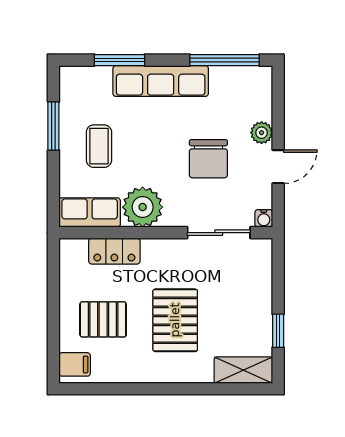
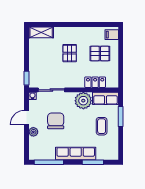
window: (53, 126) -> (121, 116), moved
pallet: (175, 320) -> (70, 53), width x0.67, depth x0.71
window: (278, 331) -> (27, 78), moved

